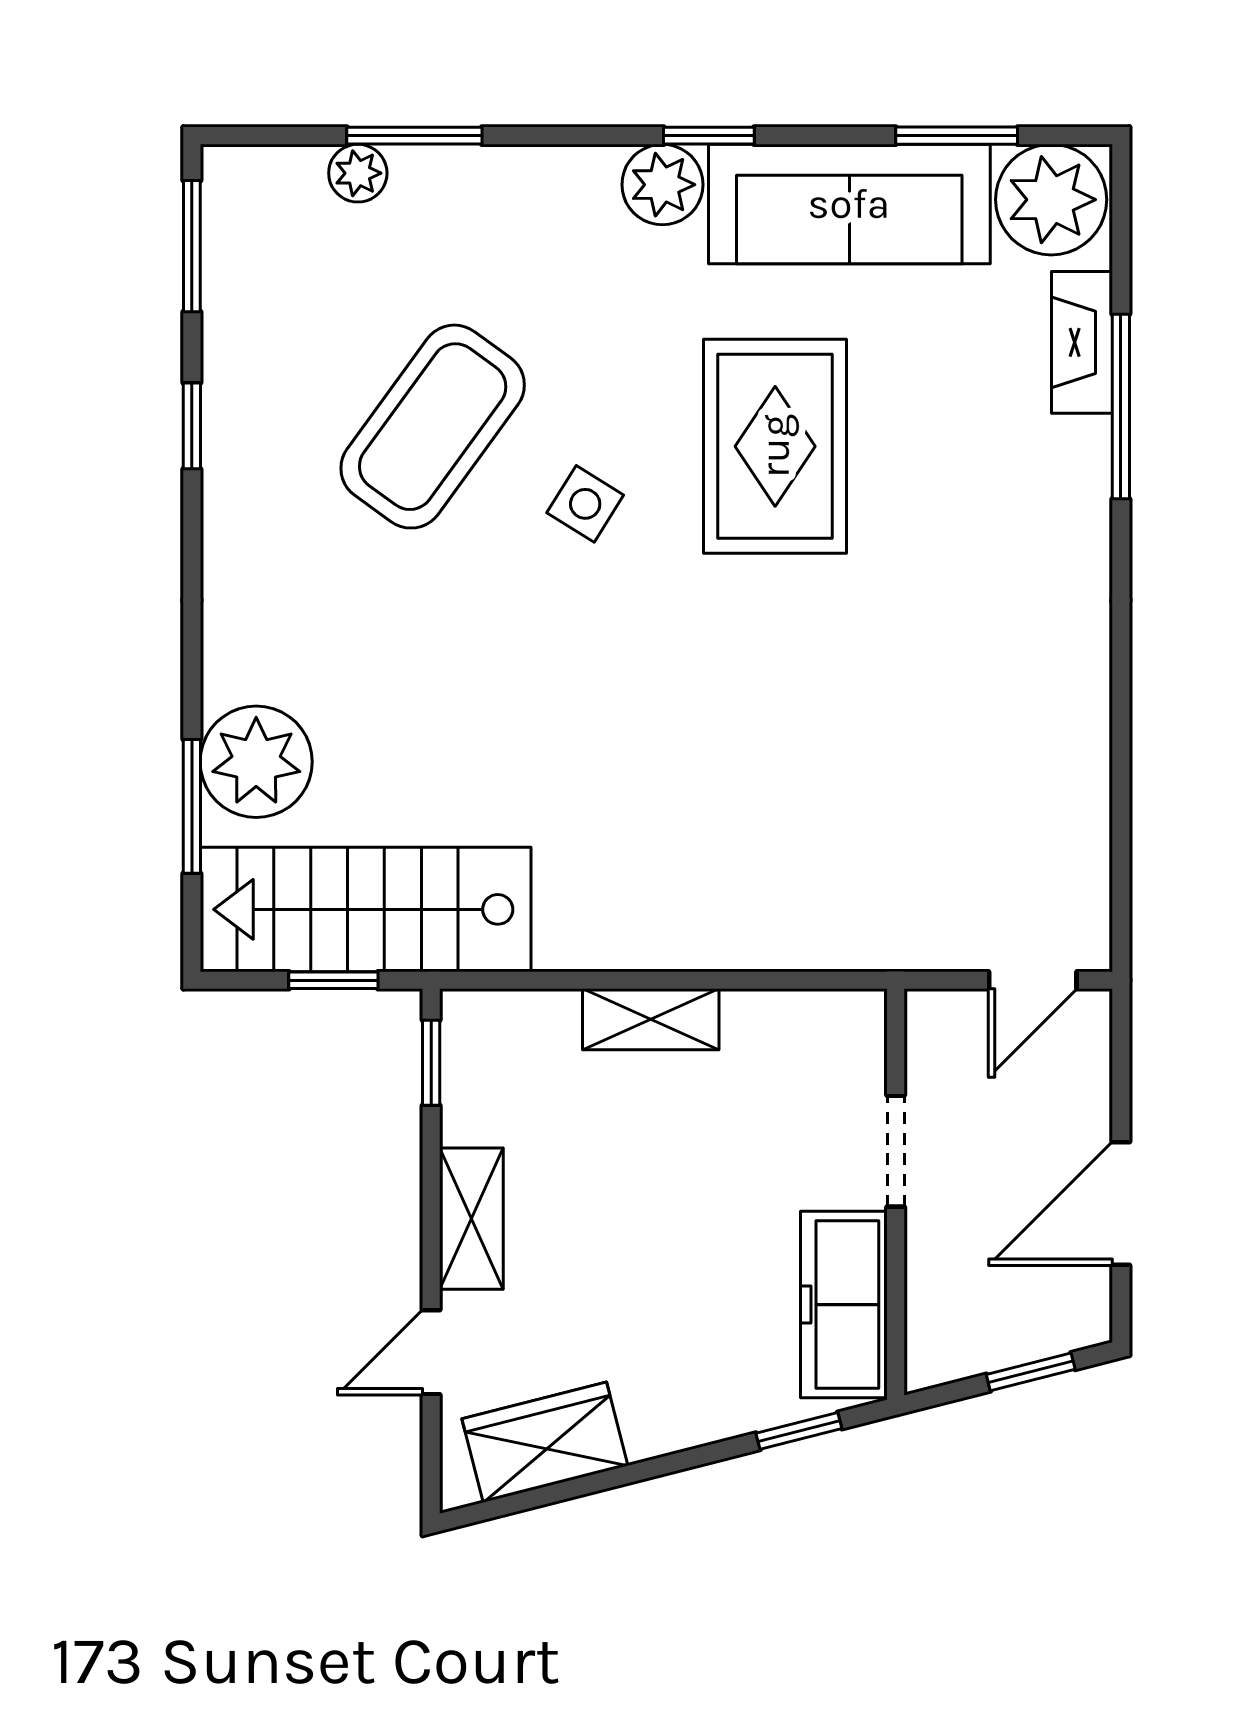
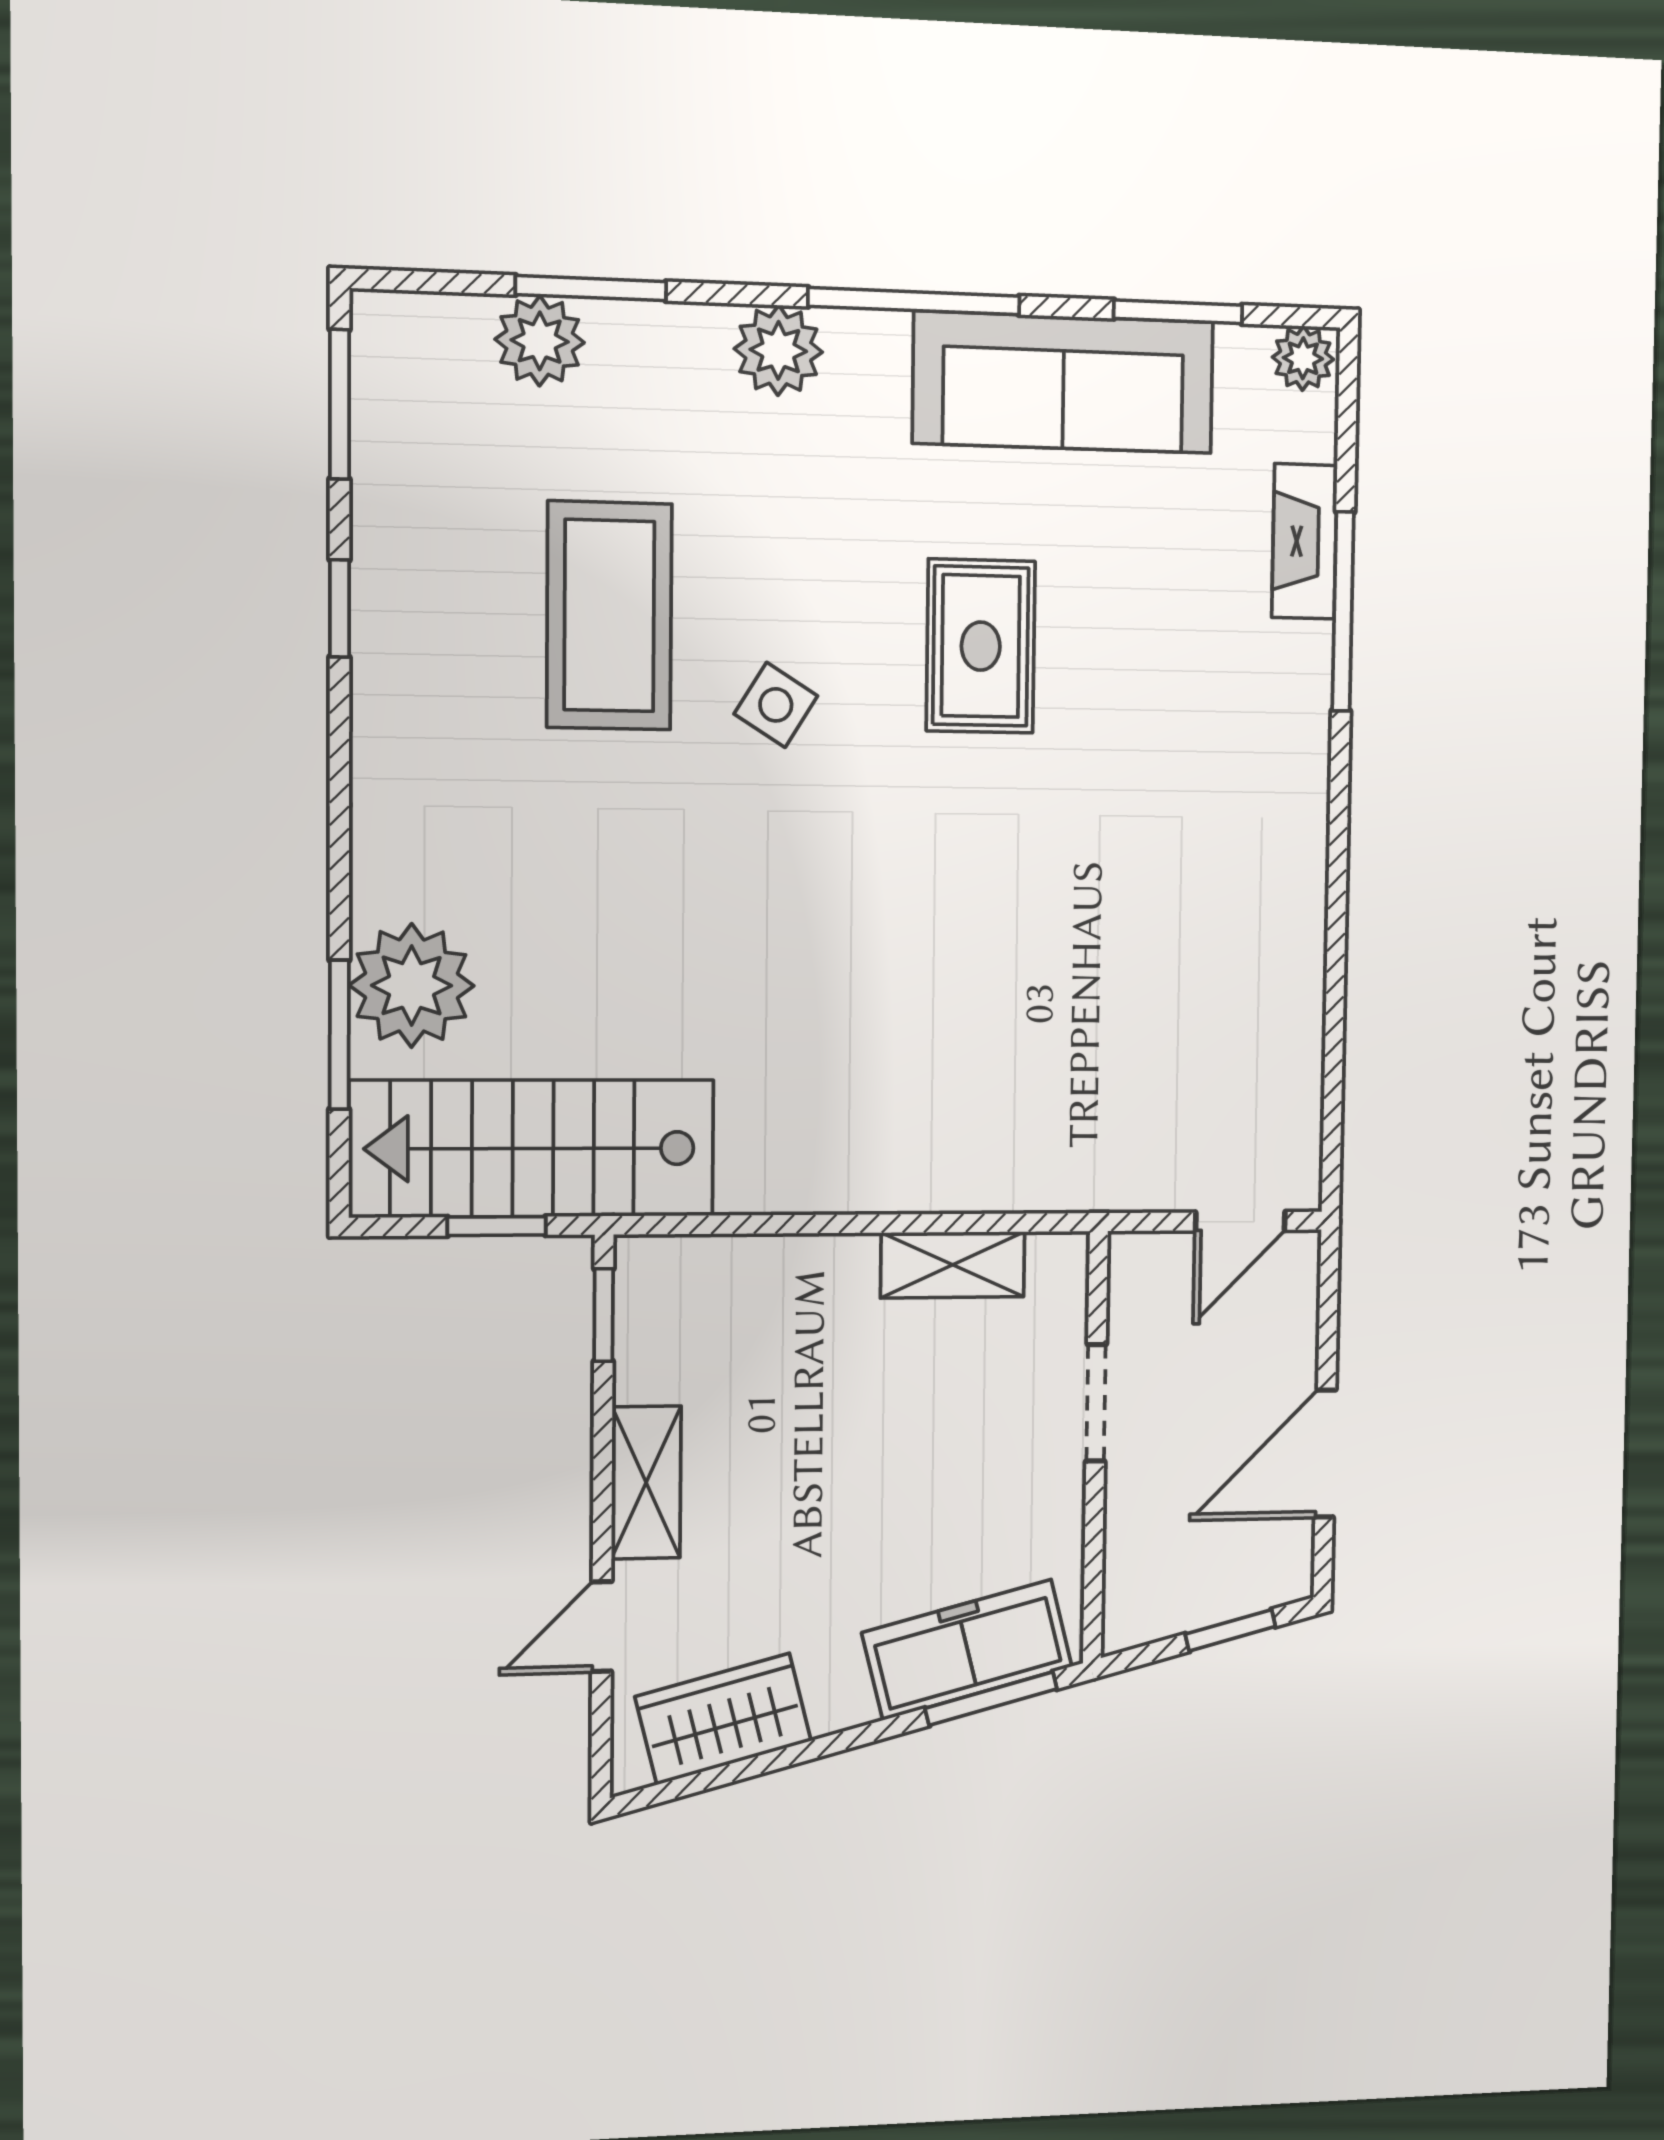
window: (709, 136) -> (914, 301), width x2.17
plant: (358, 173) -> (540, 341), width x1.38, depth x1.38
plant: (662, 185) -> (778, 350), moved
plant: (1051, 200) -> (1303, 358), width x0.53, depth x0.53
coffee table: (433, 427) -> (609, 616), turned -36
rug: (775, 446) -> (981, 646), width x0.73, depth x0.70
shelving: (651, 1019) -> (953, 1265), moved
freezer: (844, 1305) -> (967, 1650), moved, turned 76
window: (799, 1431) -> (991, 1699), width x1.50

